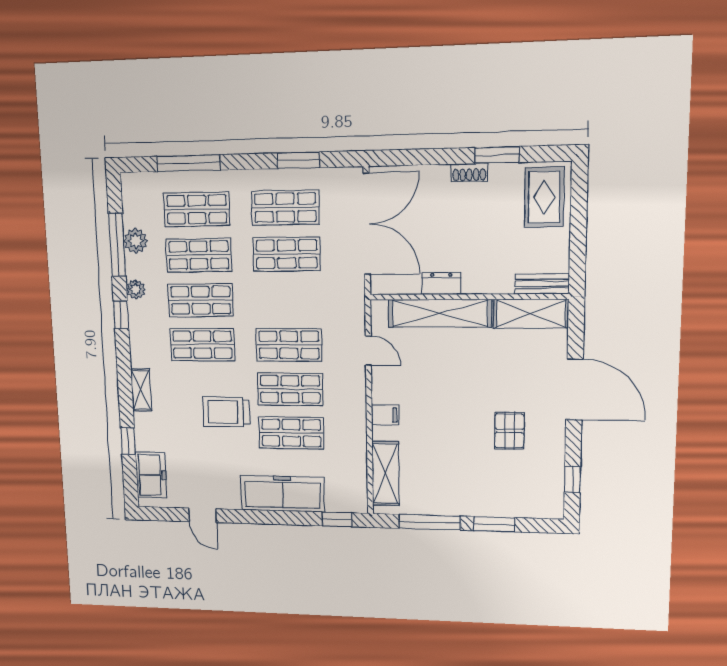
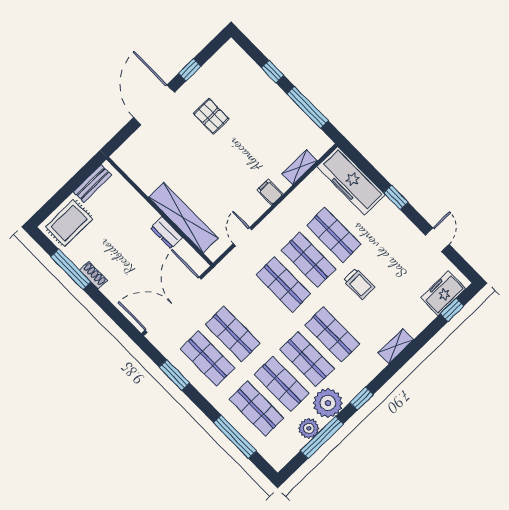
window: (497, 155) -> (71, 269), width x1.44
bench: (542, 284) -> (93, 183), moved, turned 90
plant: (136, 289) -> (328, 403), width x1.88, depth x1.88
shelving: (531, 314) -> (136, 169), removed
trolley: (226, 412) -> (359, 284), width x0.73, depth x0.72
pallet: (509, 431) -> (211, 116), turned 90
window: (128, 441) -> (452, 310), moved
shelving: (385, 474) -> (300, 167), width x0.67, depth x0.75
window: (572, 479) -> (190, 70), moved
freezer: (282, 494) -> (351, 181), moved
window: (337, 519) -> (396, 198), moved
window: (494, 524) -> (272, 71), width x0.67

